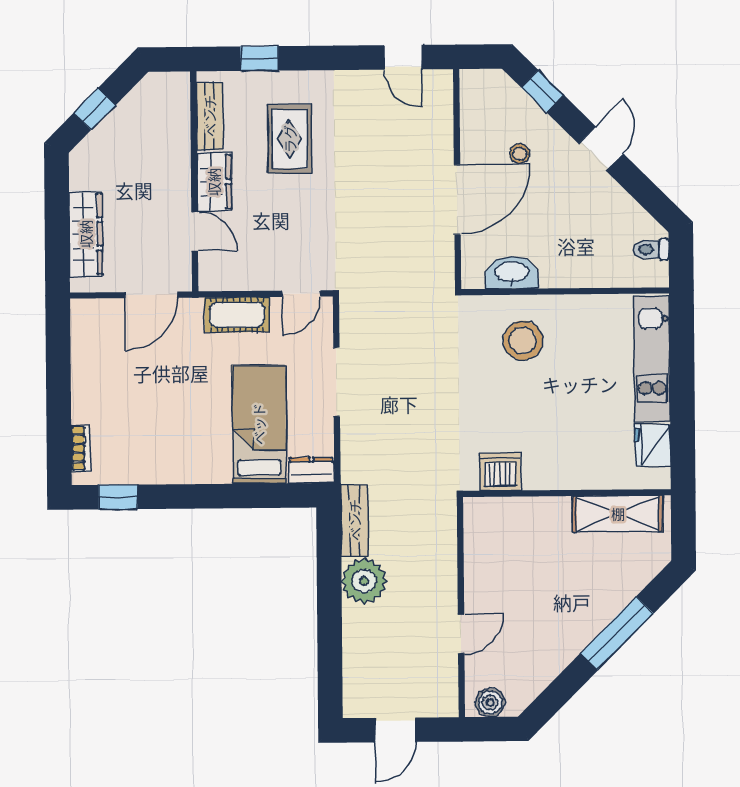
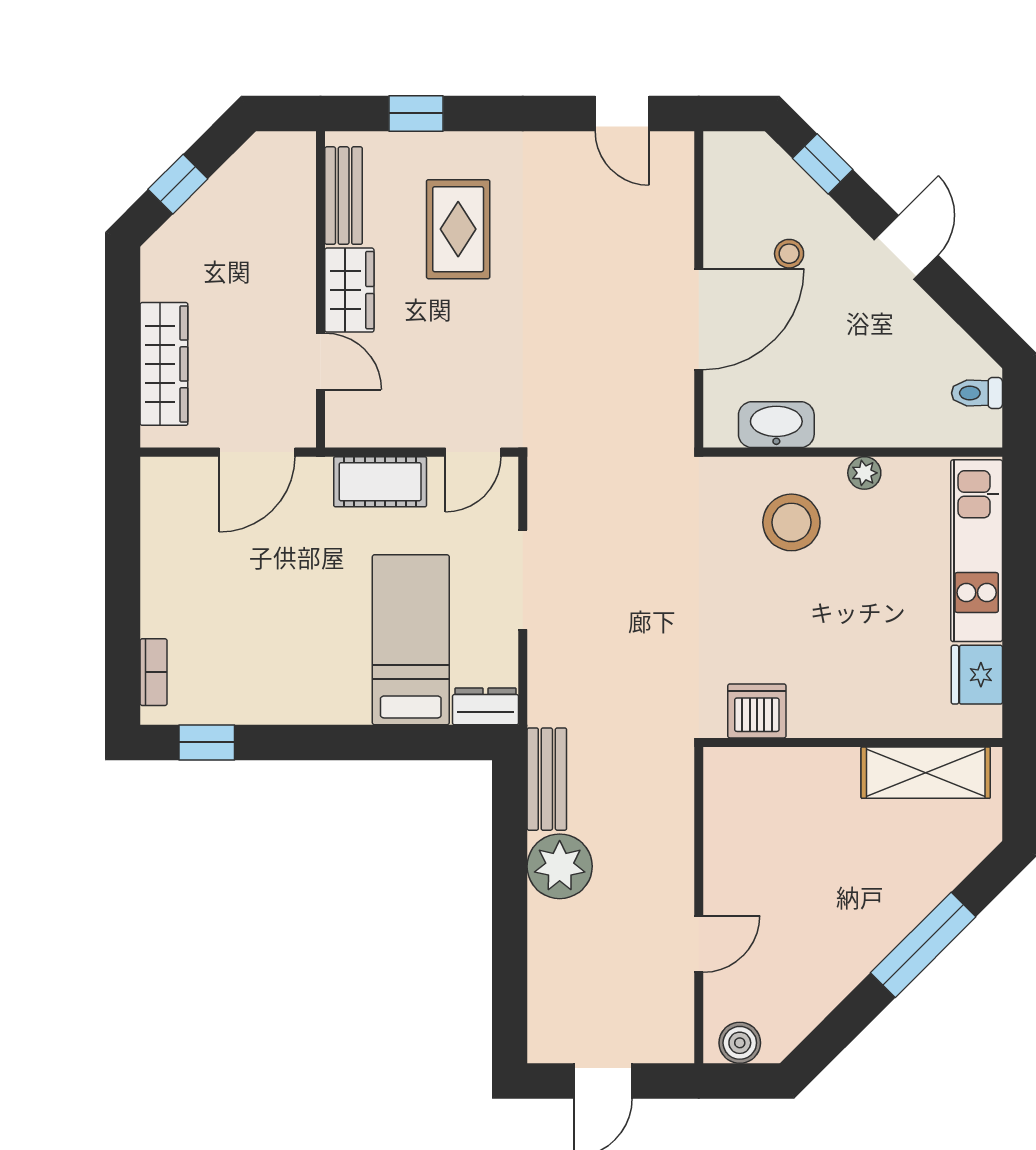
plant: (573, 306) -> (864, 473), added

